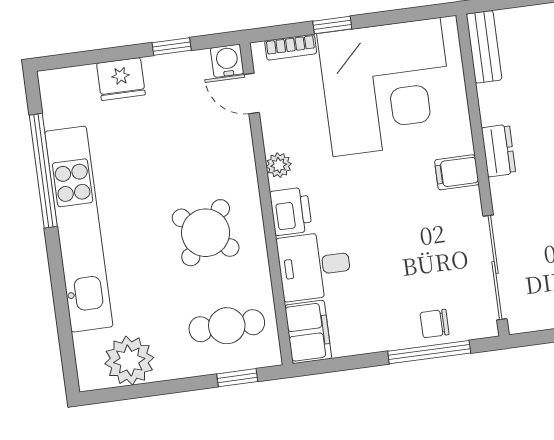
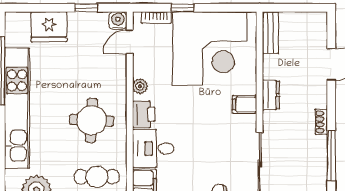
fridge: (121, 79) -> (49, 27), width x1.36, depth x1.34
door: (252, 93) -> (130, 42), hinge flipped
round table: (206, 233) -> (92, 120), turned -36

